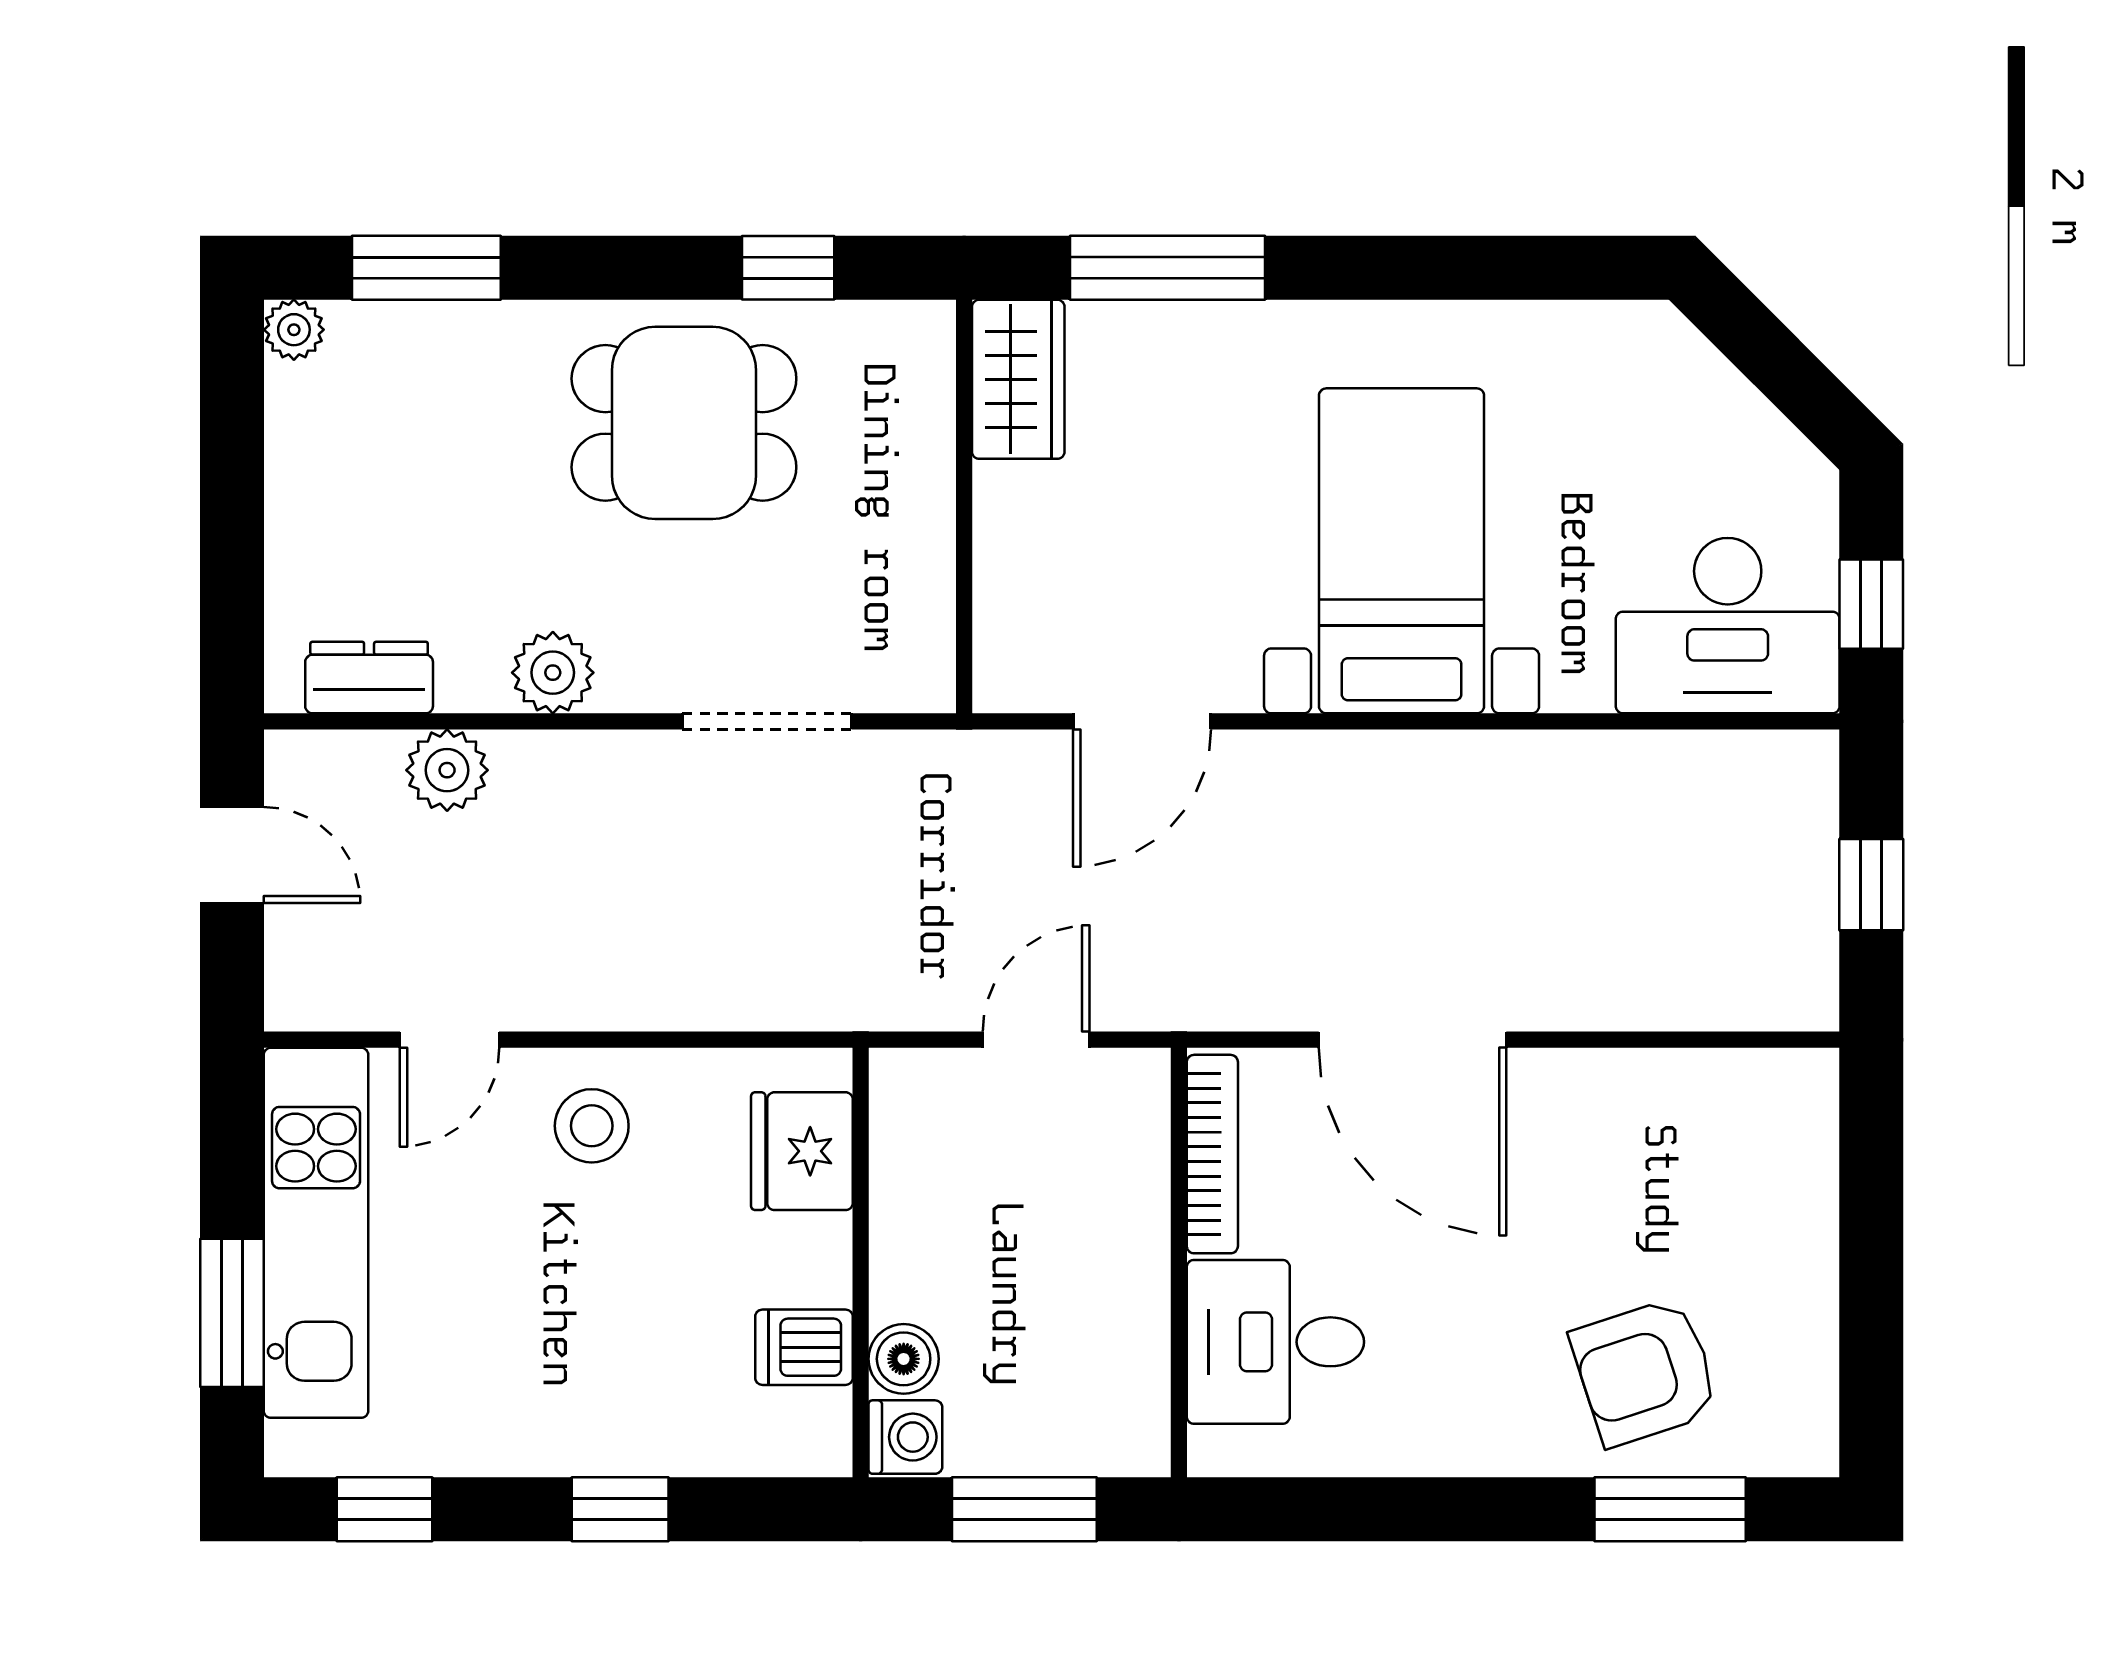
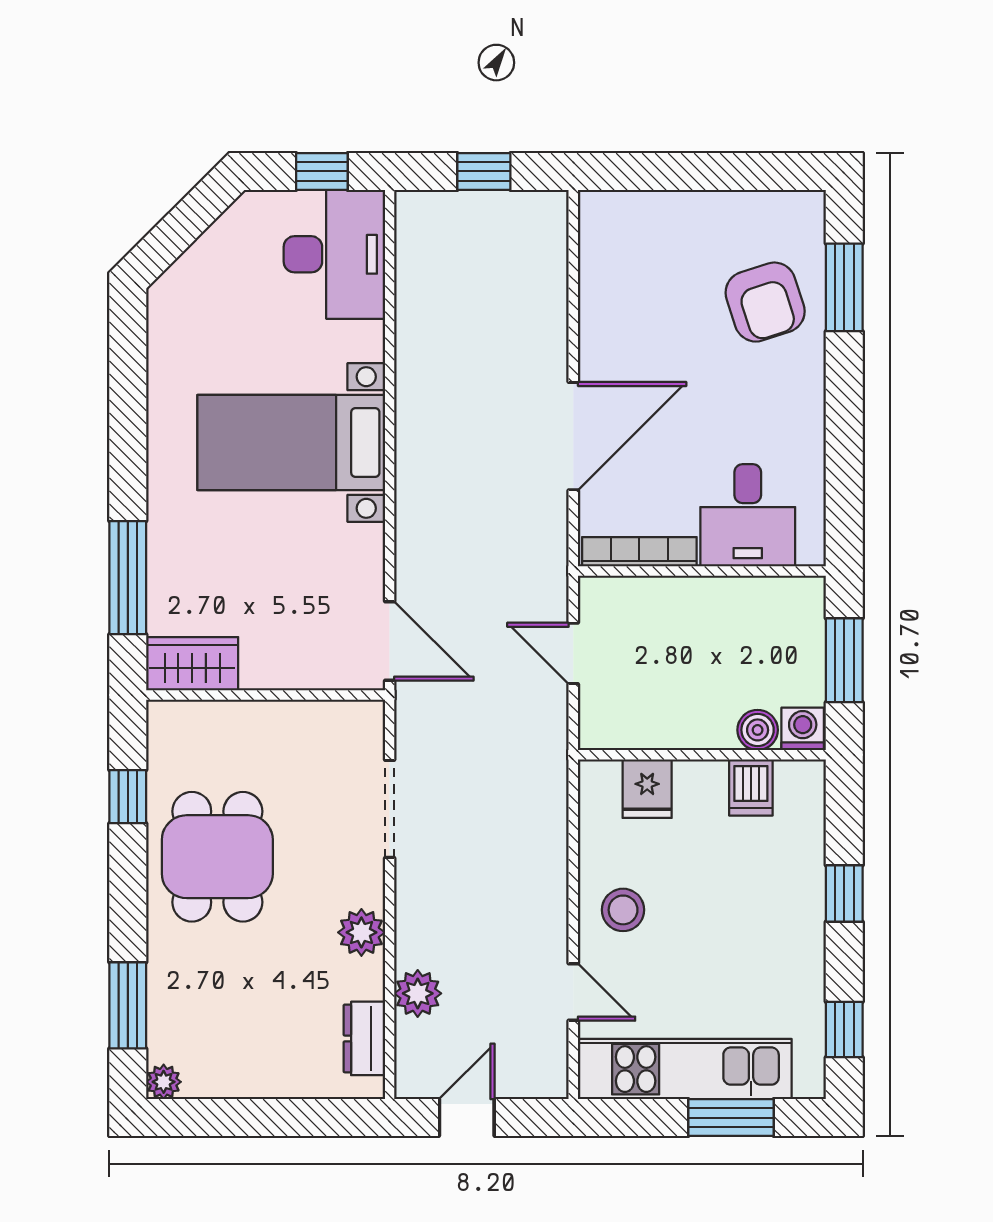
door: (1142, 721) -> (390, 641), moved
fridge: (802, 1151) -> (647, 789), width x0.72

